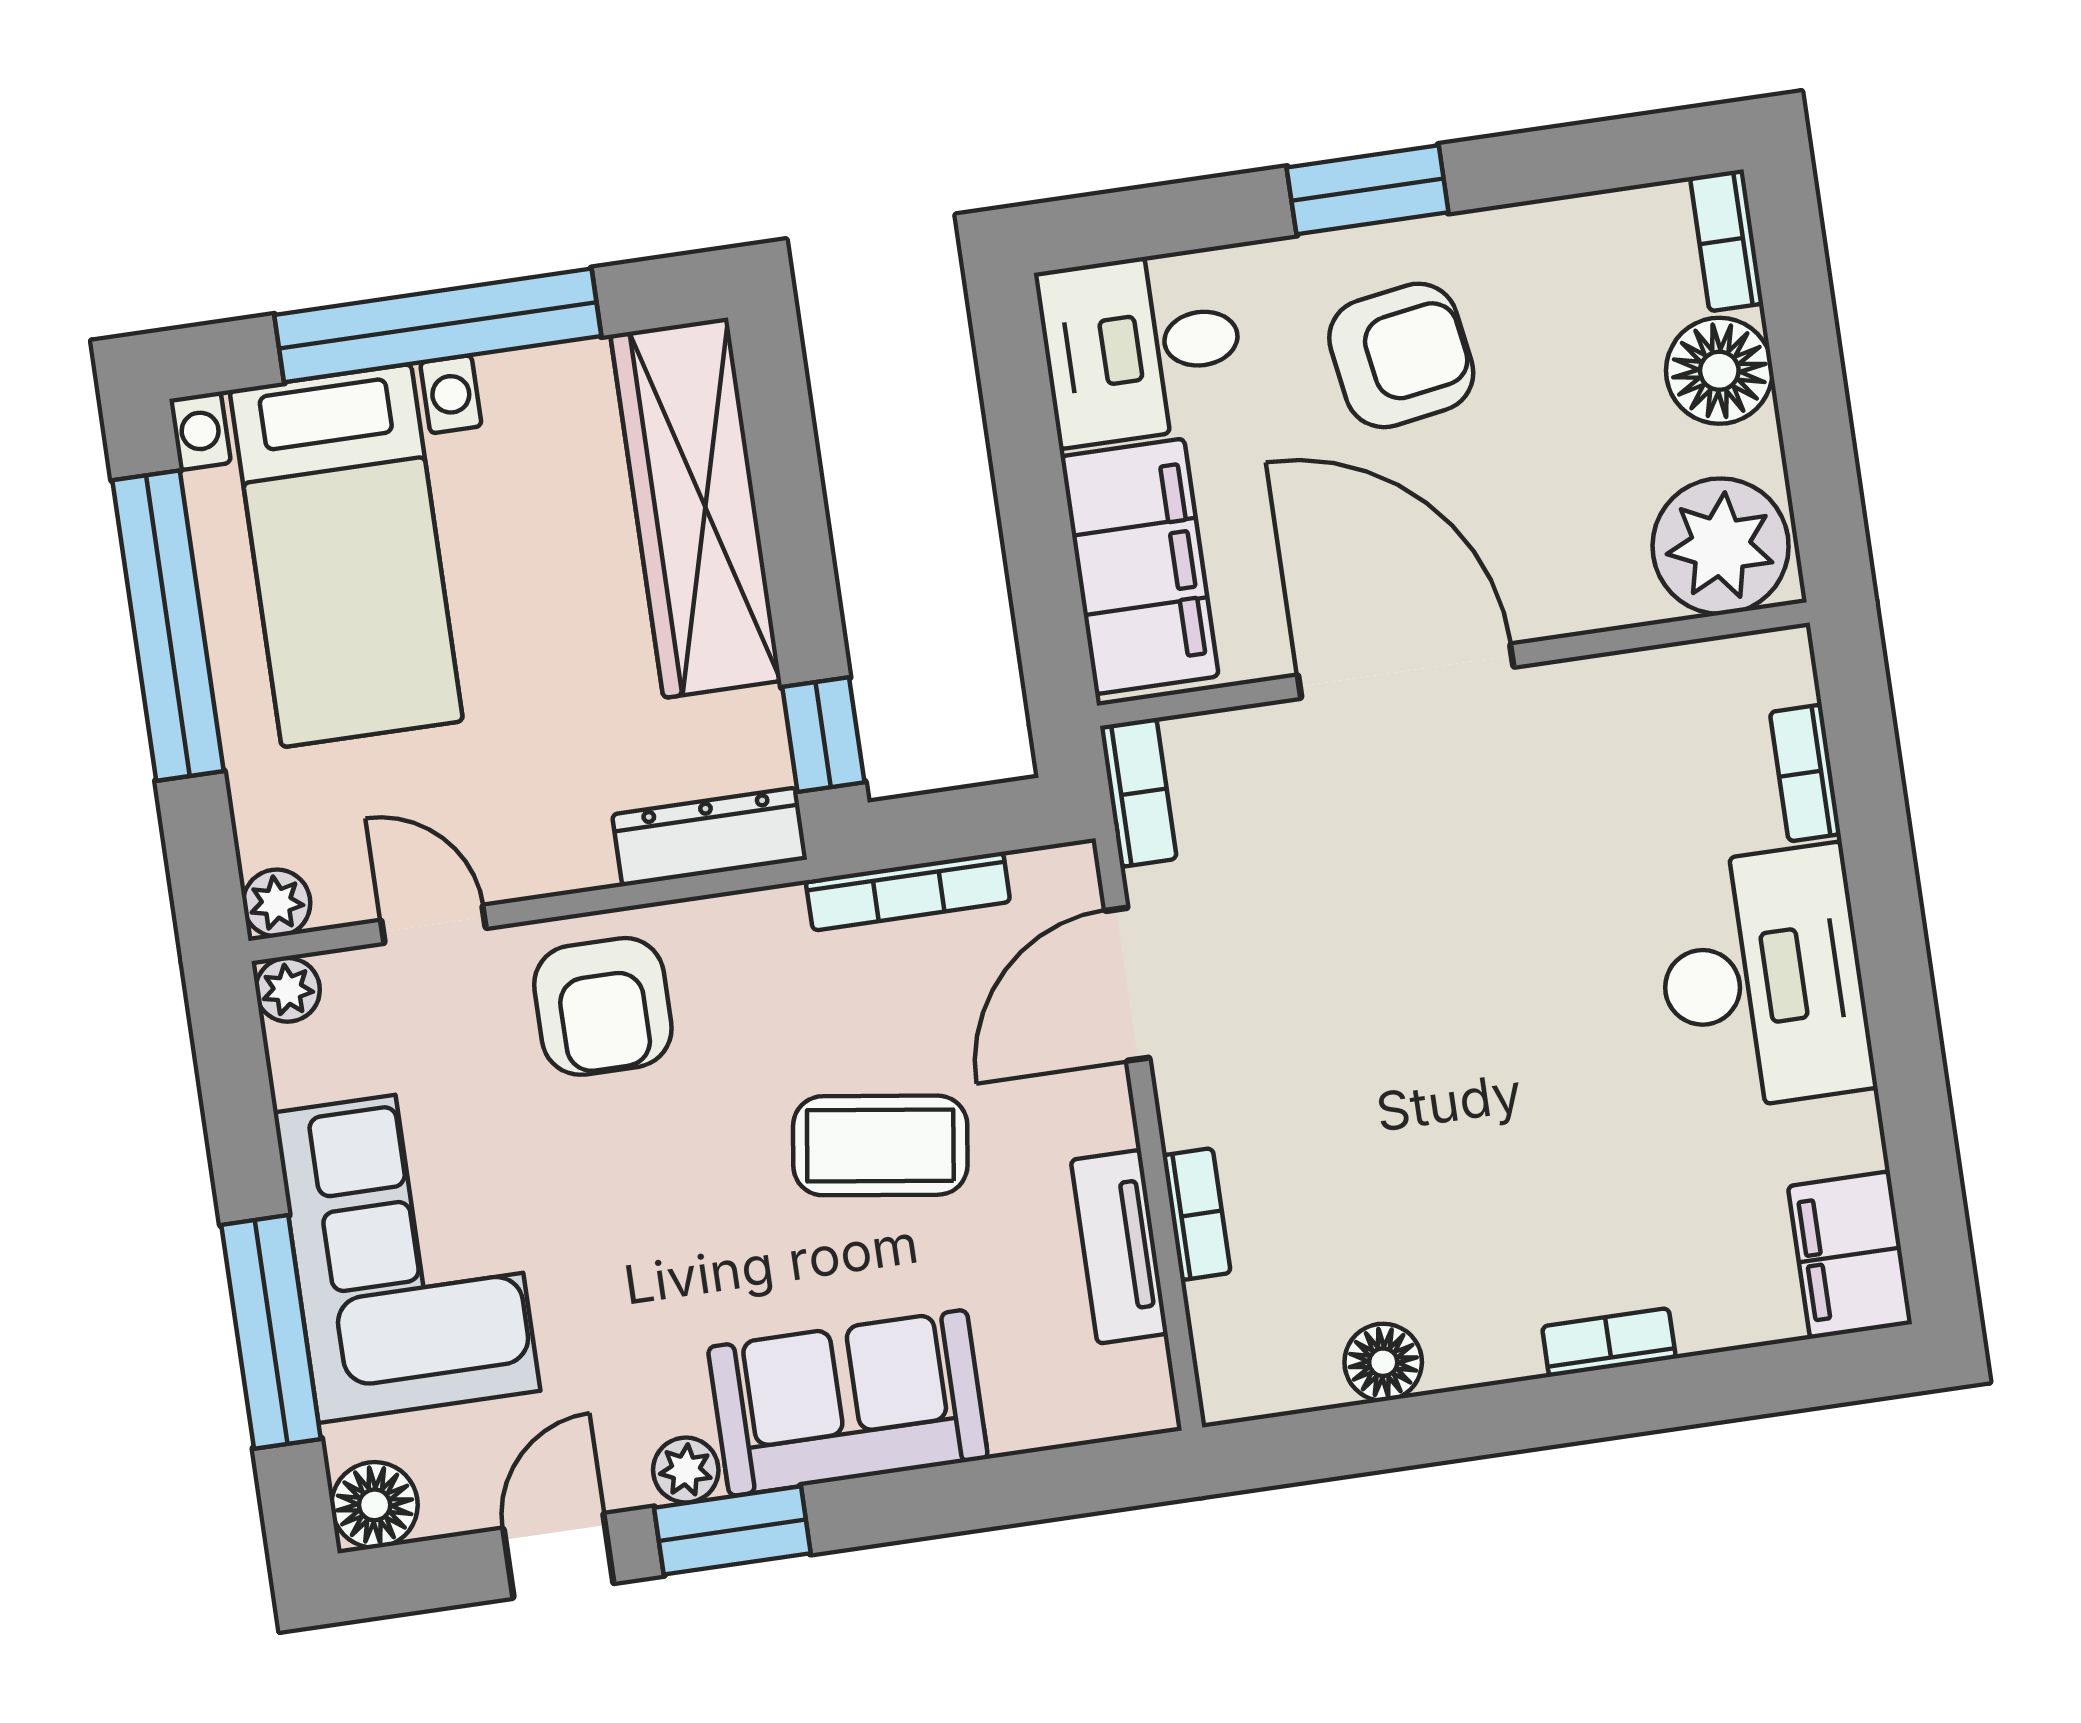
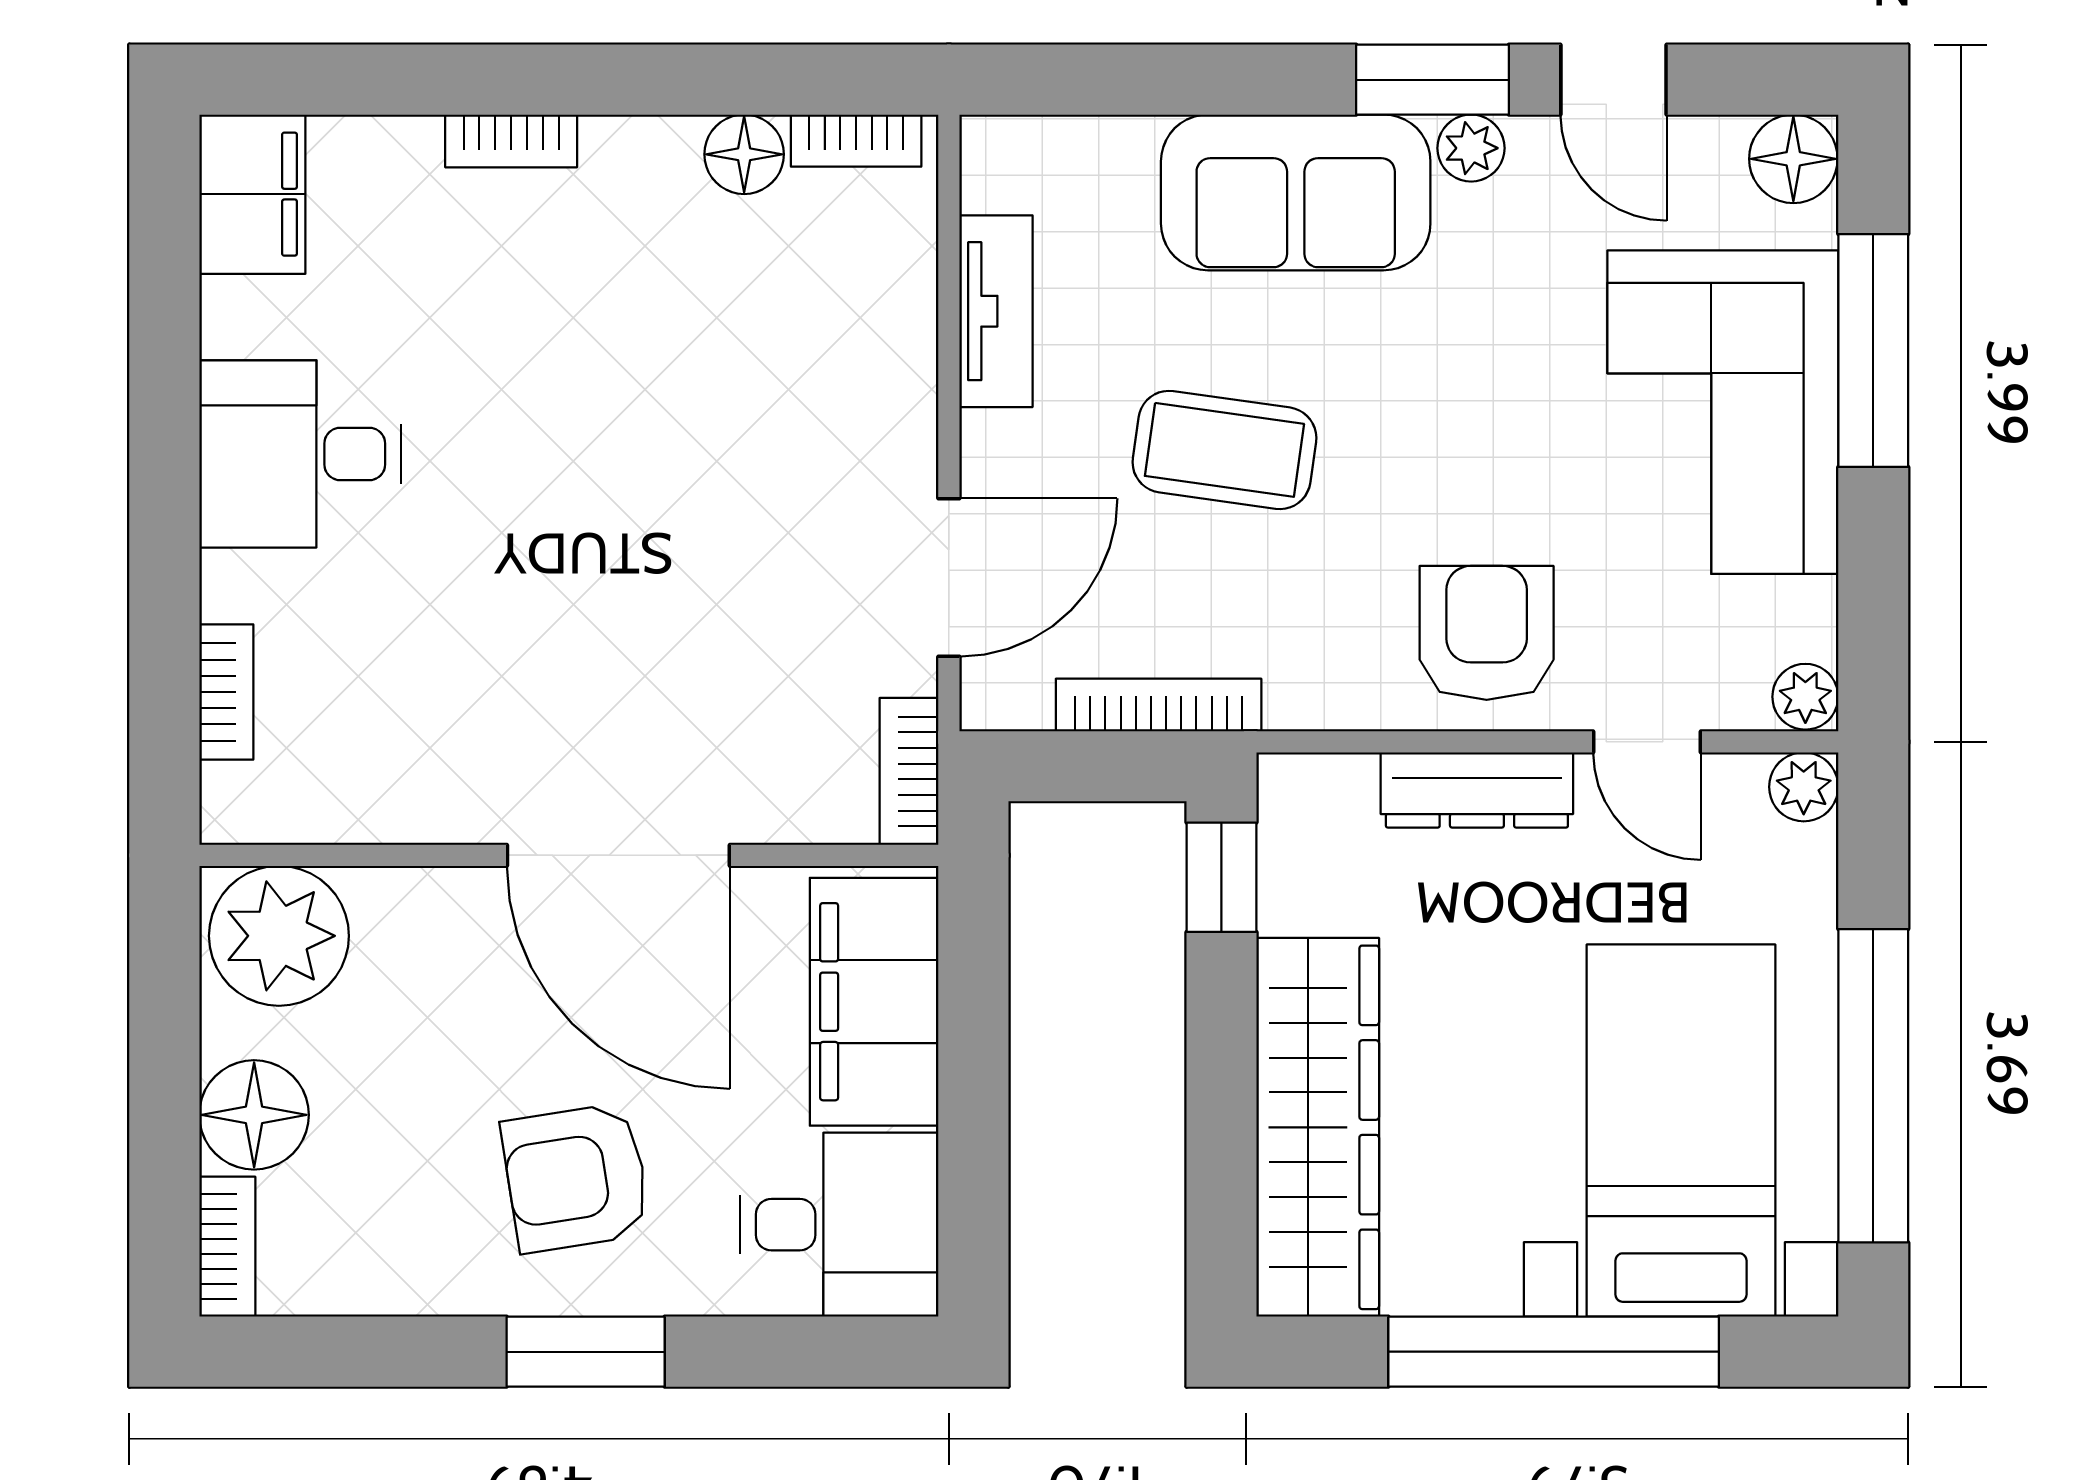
dresser: (710, 837) -> (1477, 790), moved
desk: (1763, 979) -> (300, 454), width x0.73
bookcase: (1197, 1214) -> (856, 141), moved, turned -90
door: (558, 1556) -> (1614, 80), hinge flipped

